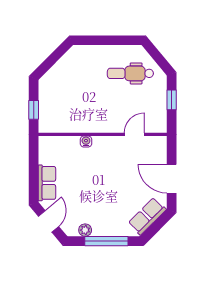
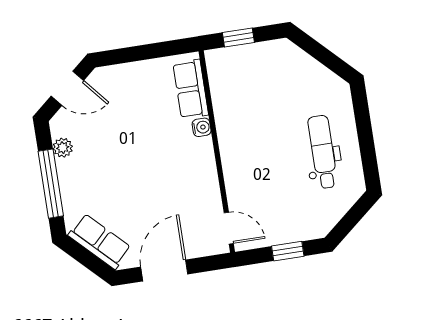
dental chair: (130, 73) -> (323, 152), moved
door: (134, 134) -> (229, 228), moved
row of seats: (47, 183) -> (191, 89), moved, turned 90

